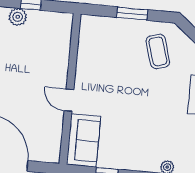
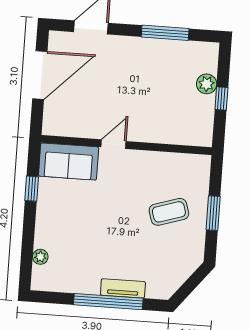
coffee table: (158, 51) -> (169, 212), moved

